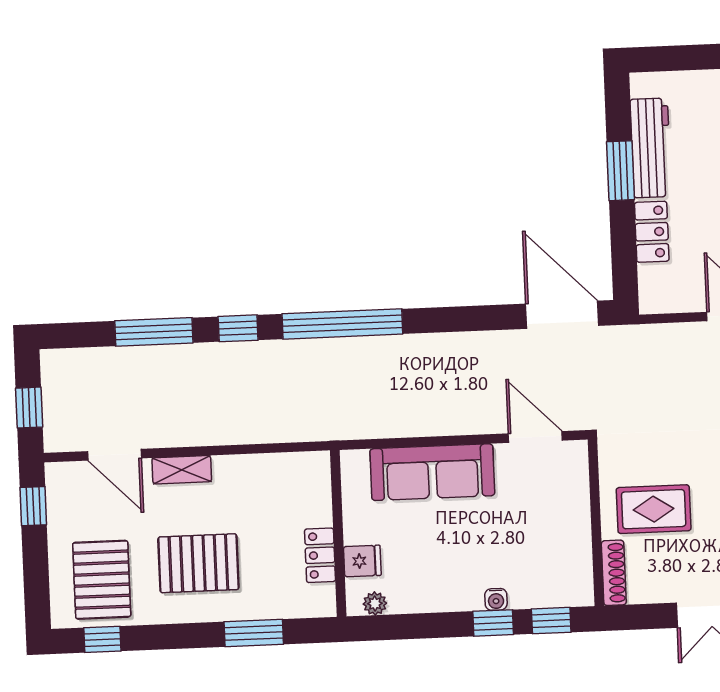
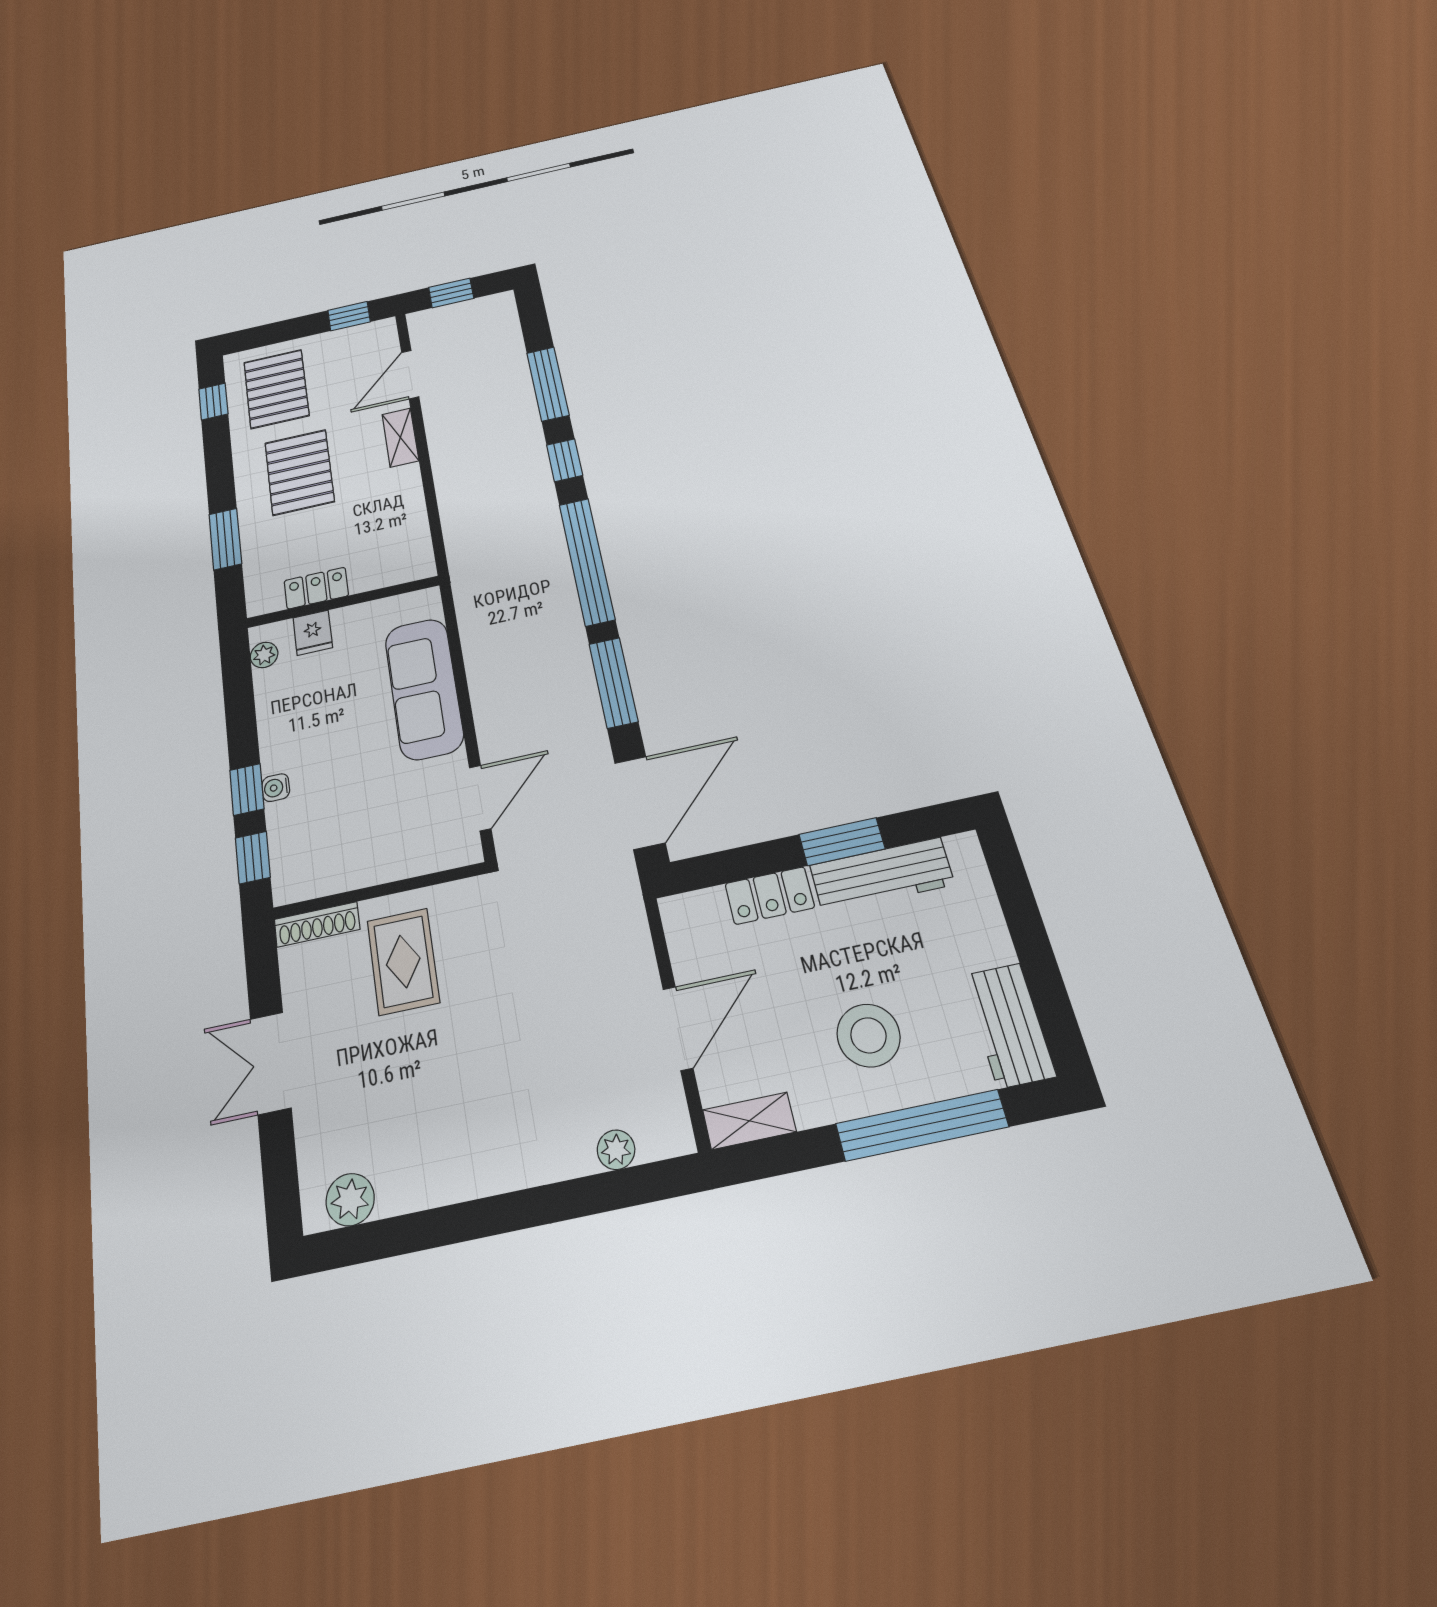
window: (457, 319) -> (613, 683), added
pallet: (102, 580) -> (276, 389), turned 90

